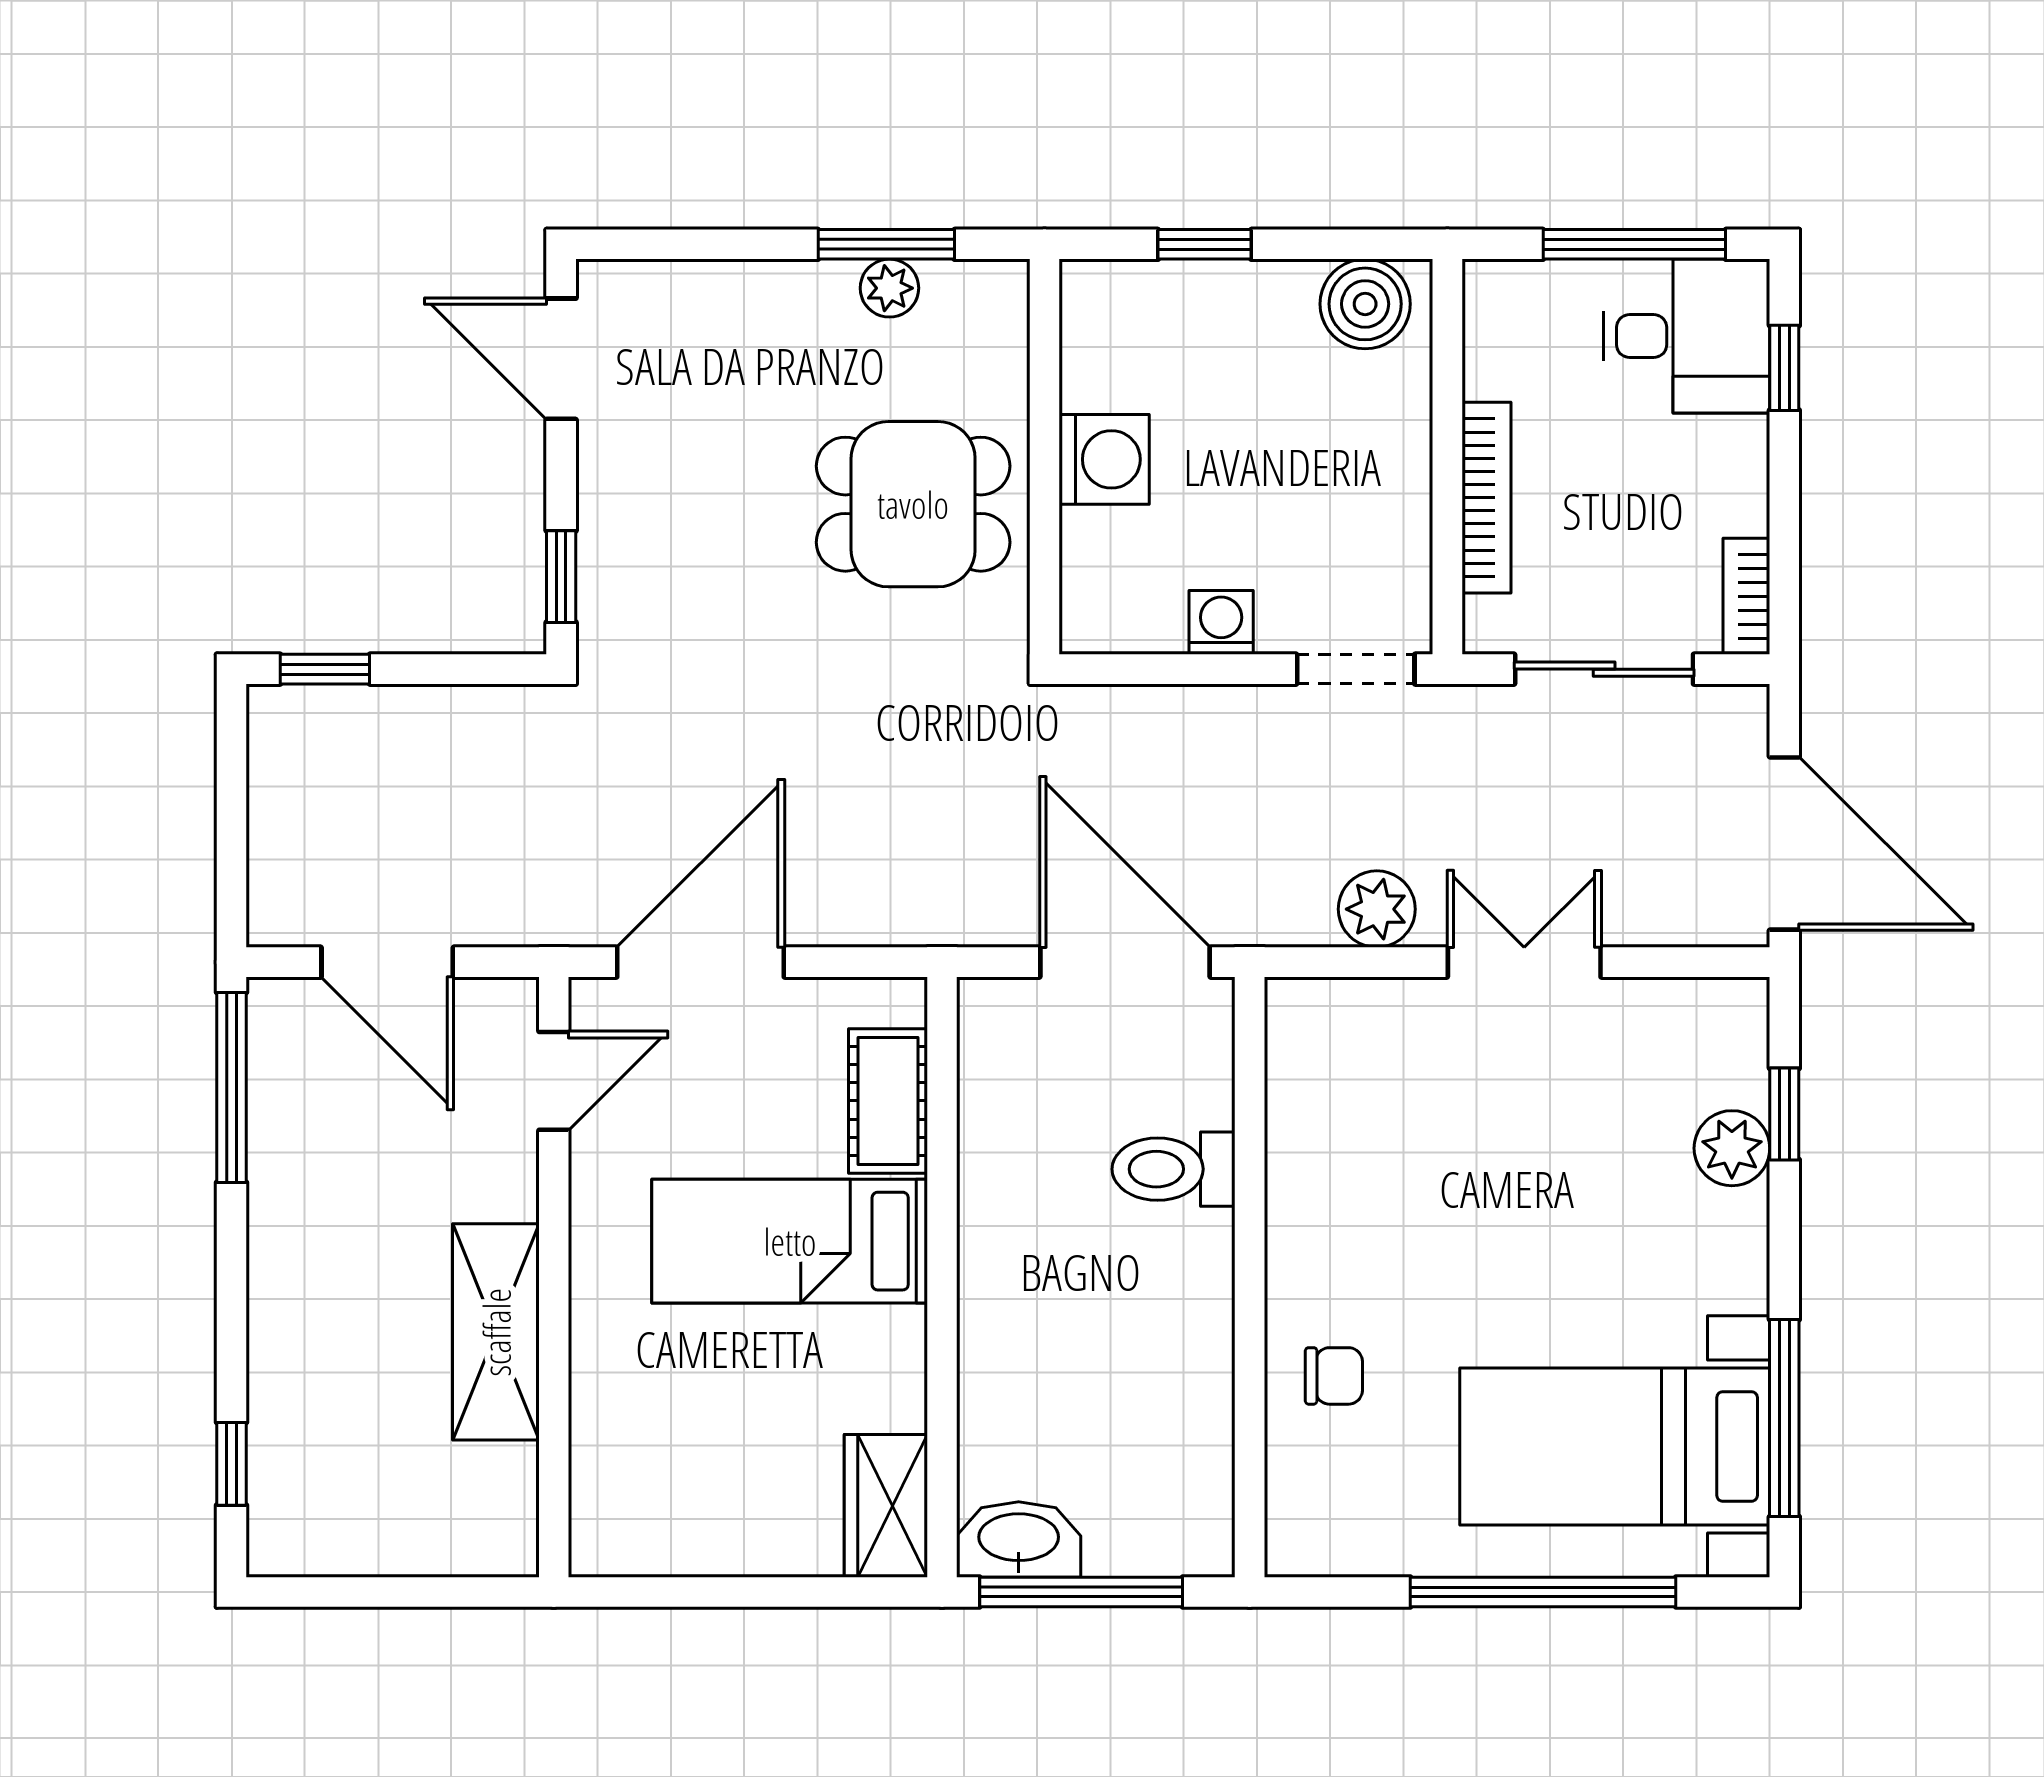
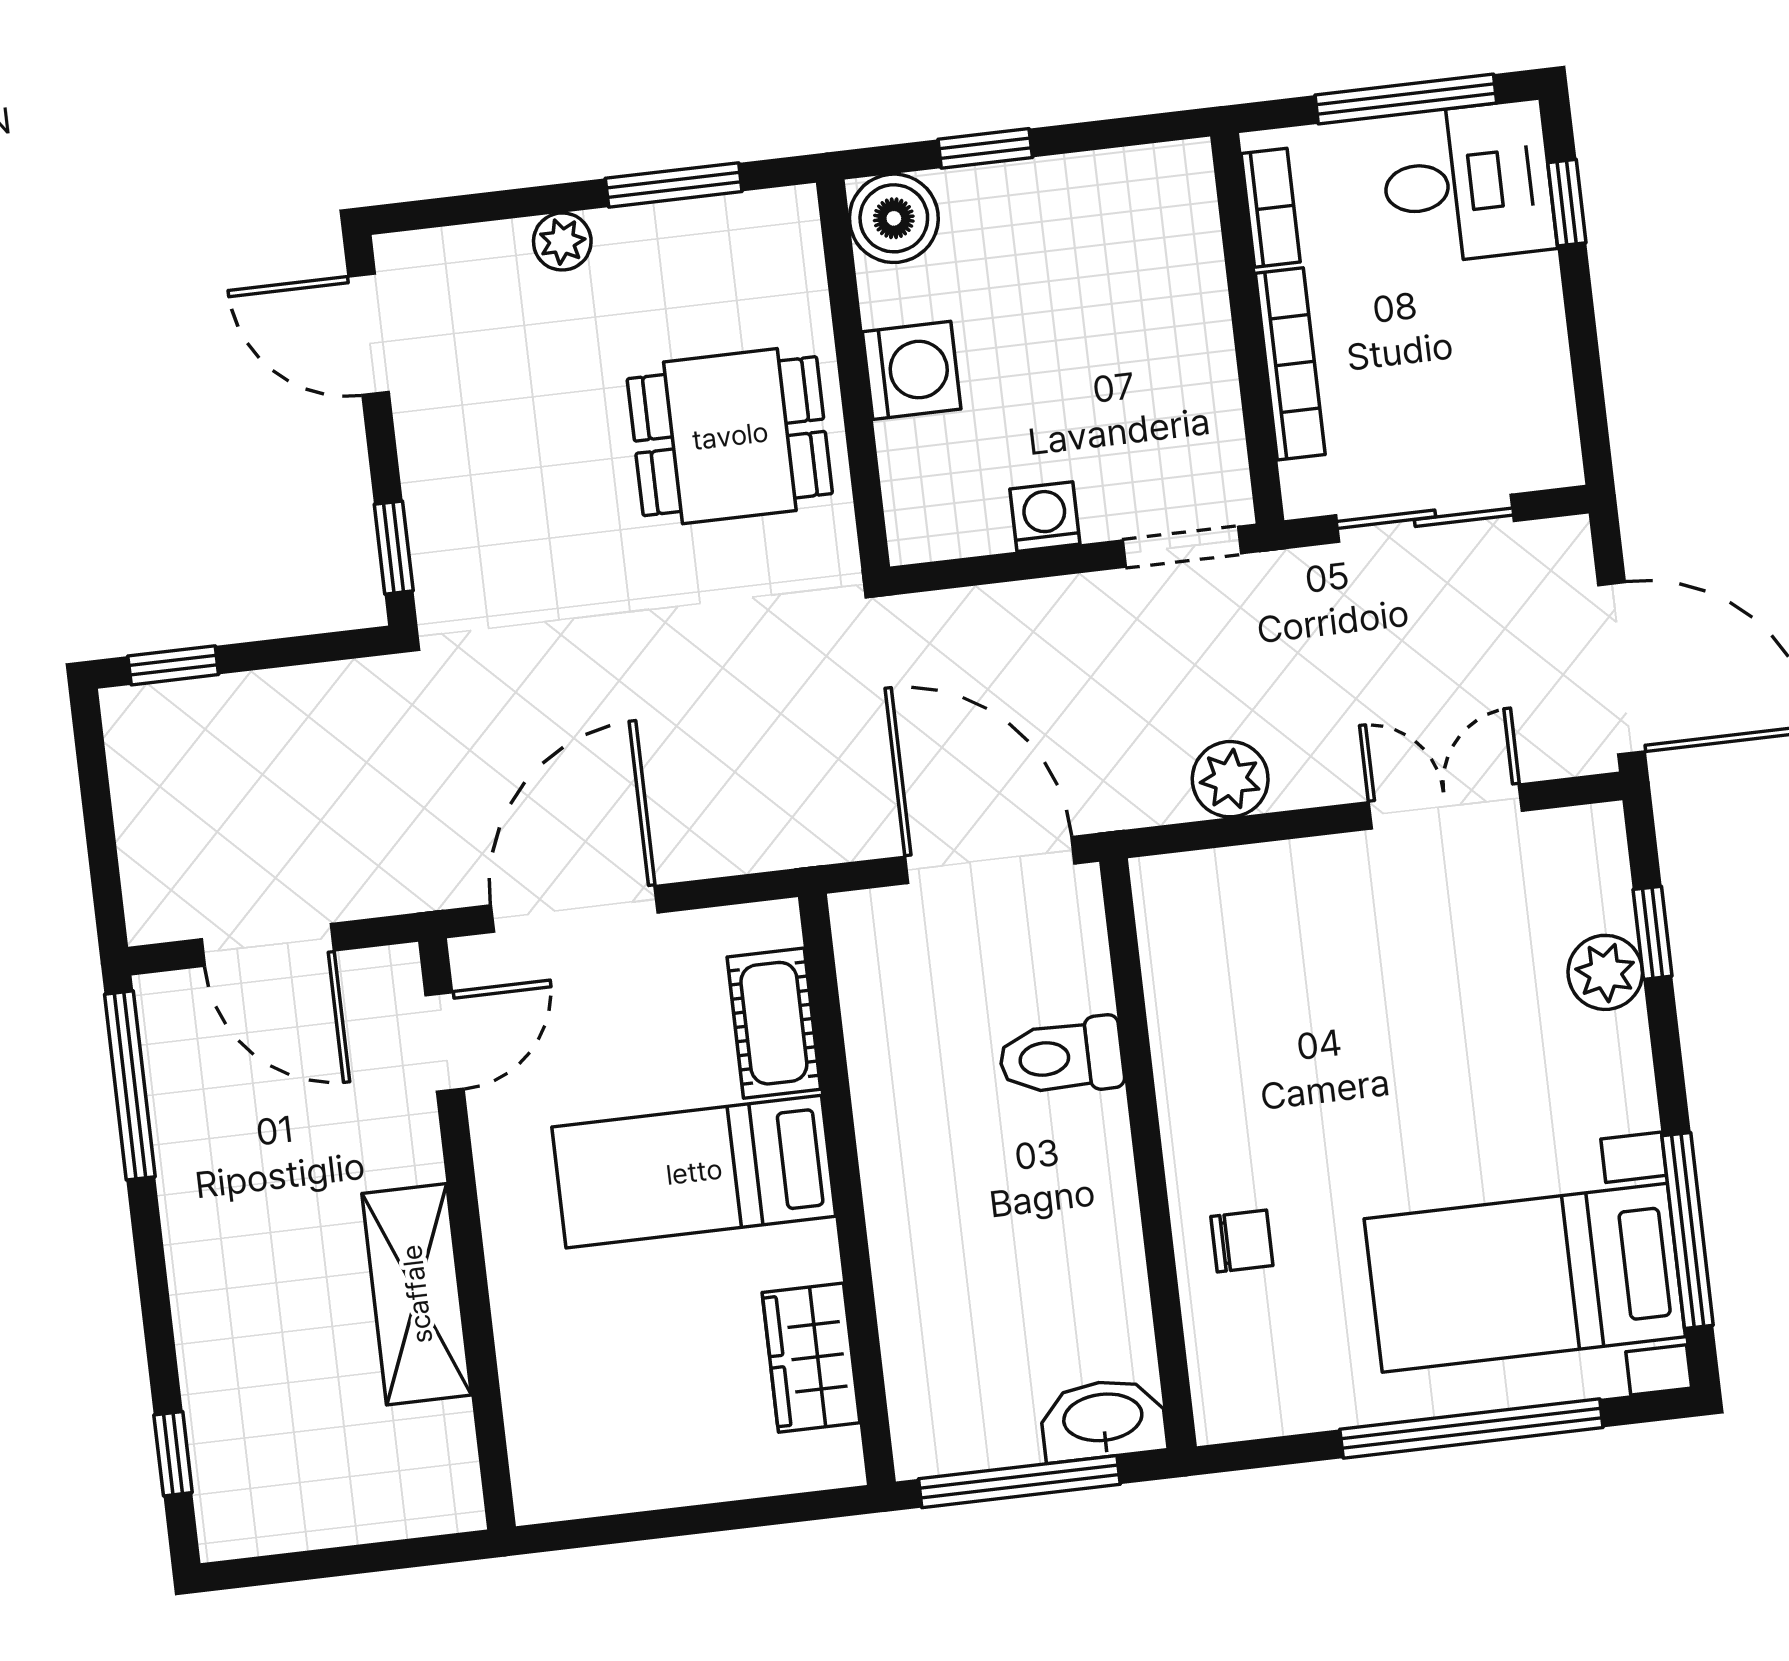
plant: (889, 288) -> (562, 241), moved
boiler: (1365, 304) -> (894, 218), moved
bookcase: (1746, 596) -> (1271, 208), moved, turned 180
double door: (1524, 962) -> (1445, 807), moved
wardrobe: (886, 1506) -> (811, 1358), moved
washbasin: (1019, 1539) -> (1103, 1420), moved

